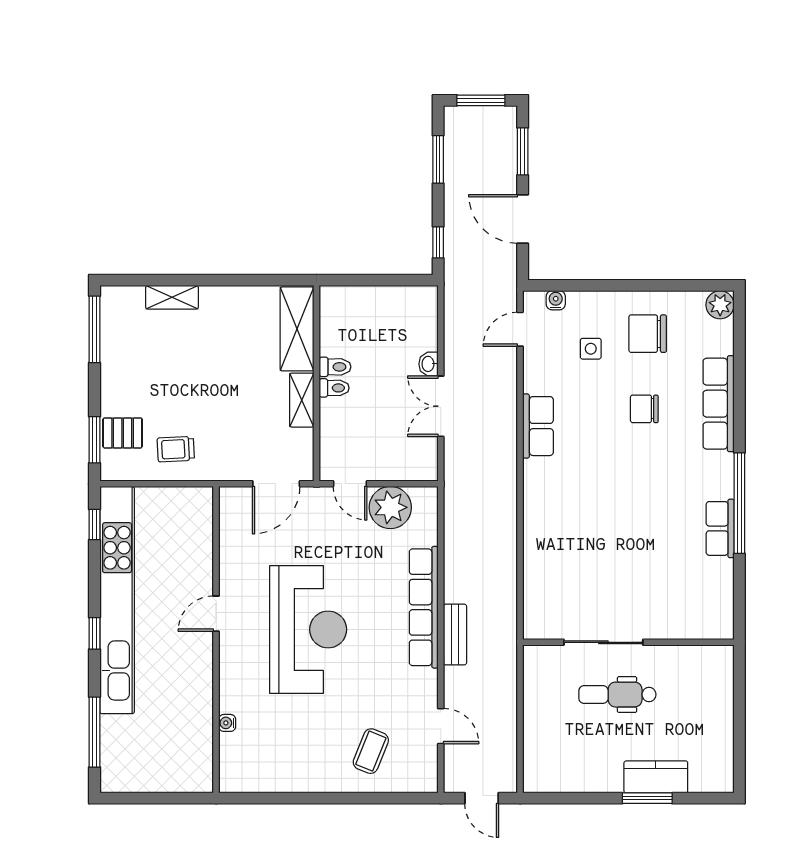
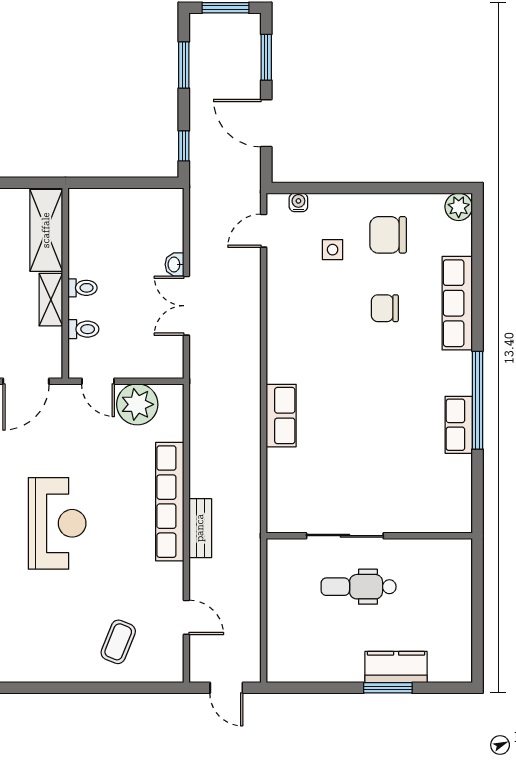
toilet: (335, 367) -> (83, 329), moved
row of seats: (538, 426) -> (281, 416), moved
reception desk: (308, 630) -> (57, 523), width x0.74, depth x0.77

